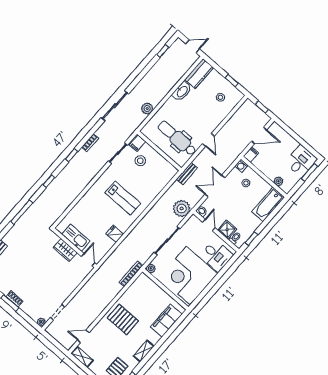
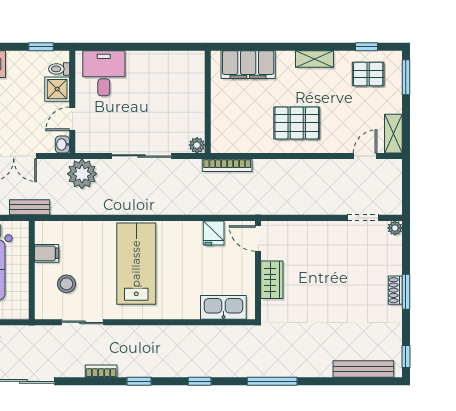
filing cabinet: (138, 143) -> (47, 253), moved
lab bench: (123, 198) -> (136, 264), width x1.36, depth x1.39
fridge: (115, 234) -> (214, 233), moved
kitchen sink: (76, 238) -> (223, 307), moved, turned 90
door: (88, 260) -> (258, 238), hinge flipped
corner desk: (188, 276) -> (163, 87), removed
pallet: (123, 319) -> (297, 123), turned 90
door: (83, 336) -> (365, 156), swing flipped

